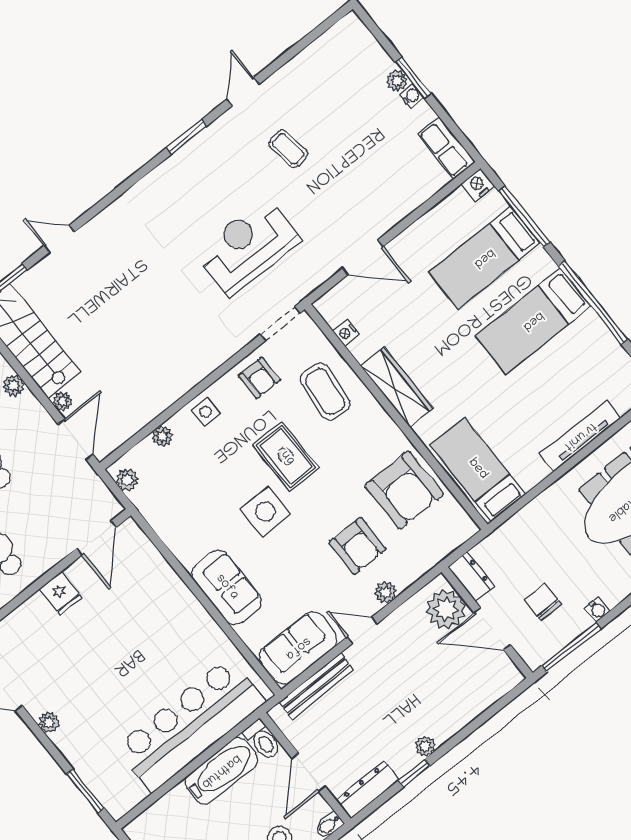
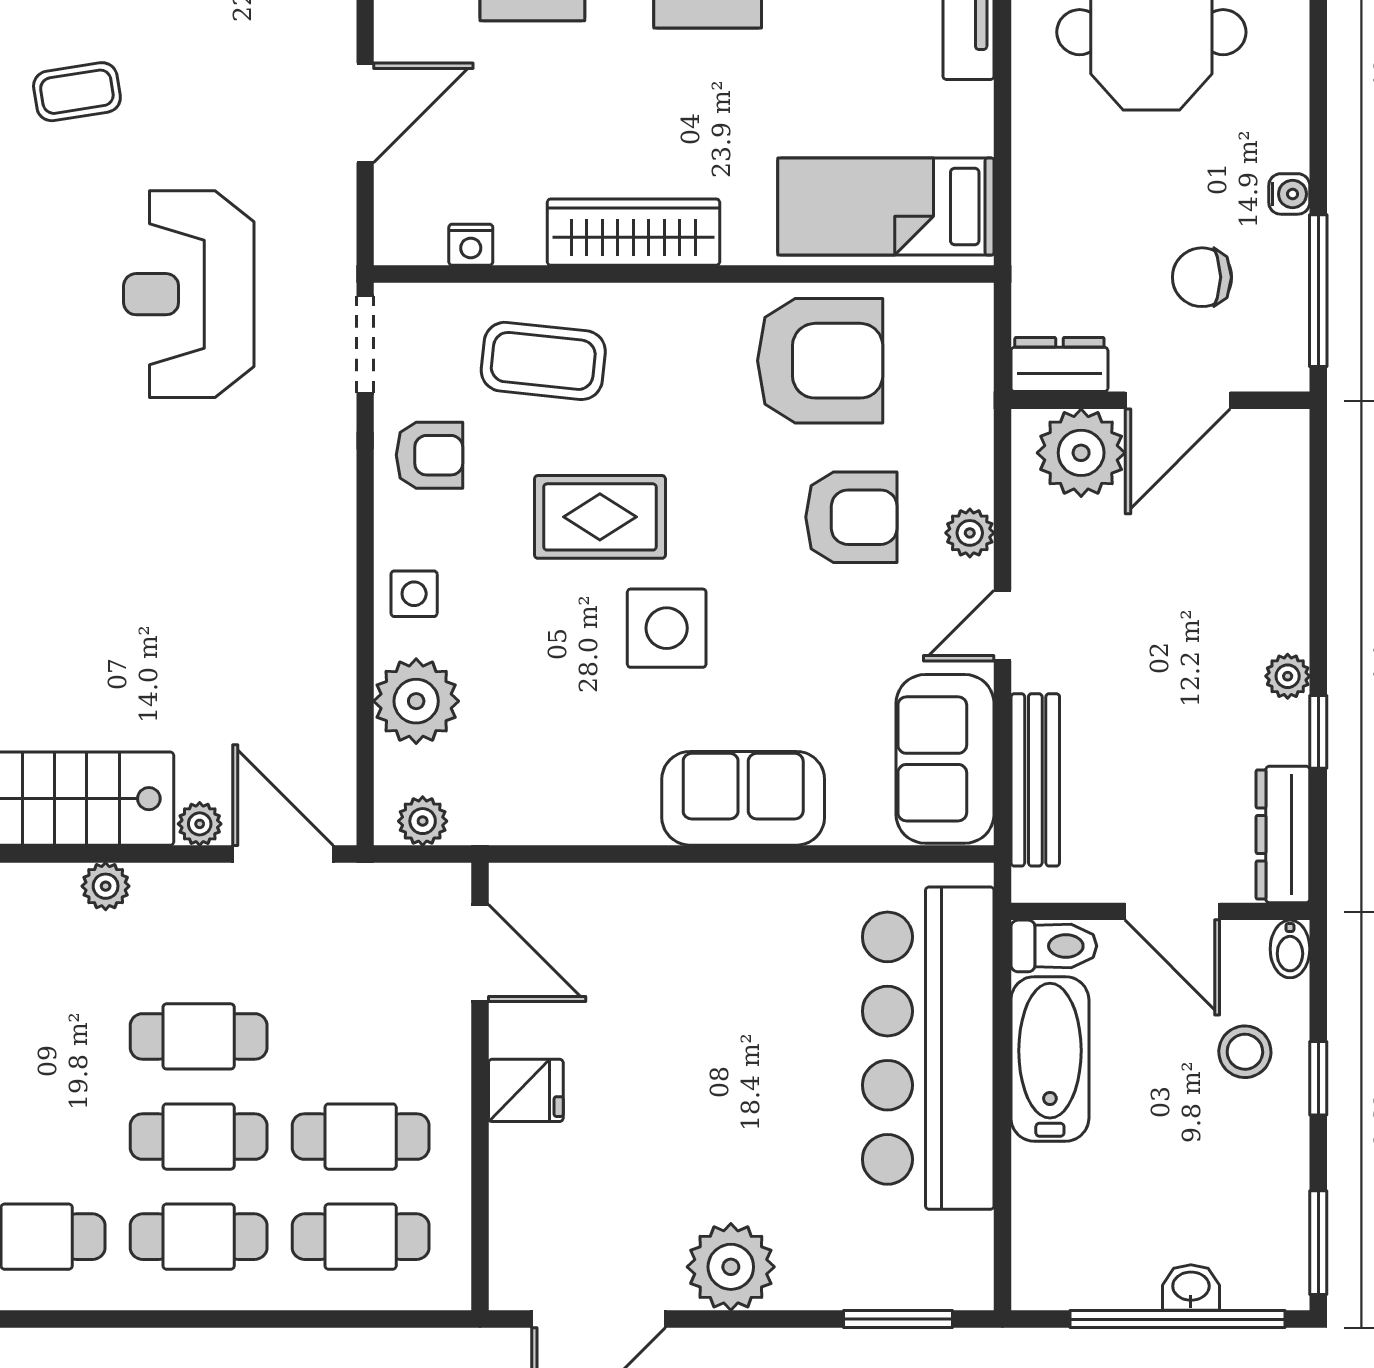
plant: (162, 436) -> (416, 701), width x1.88, depth x1.88
plant: (49, 722) -> (731, 1267), width x1.87, depth x1.87

